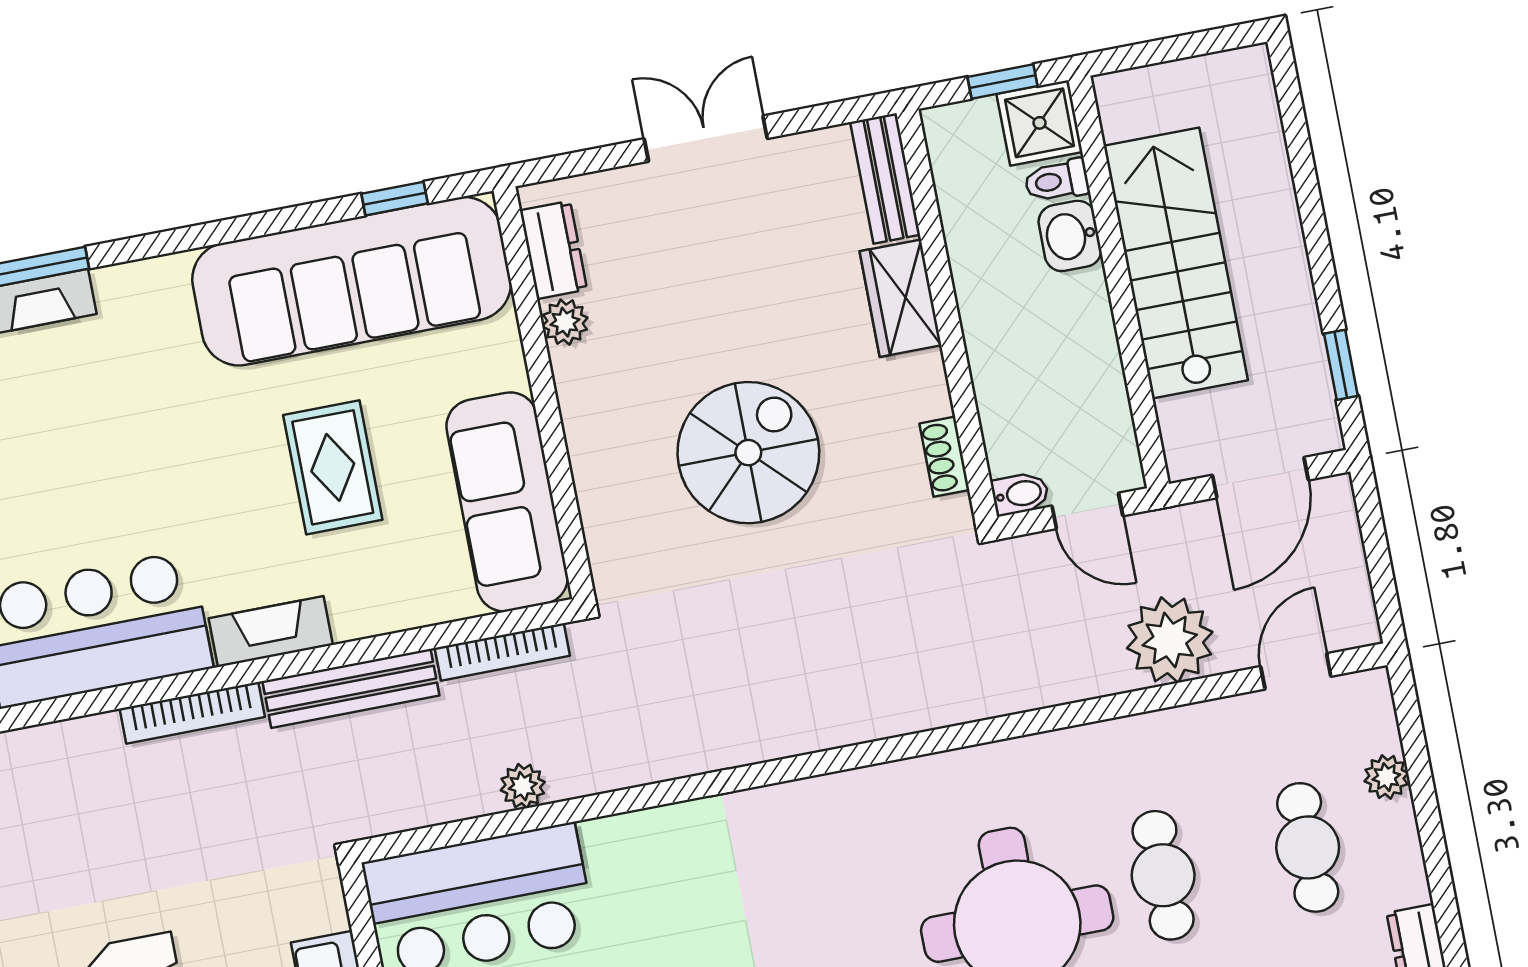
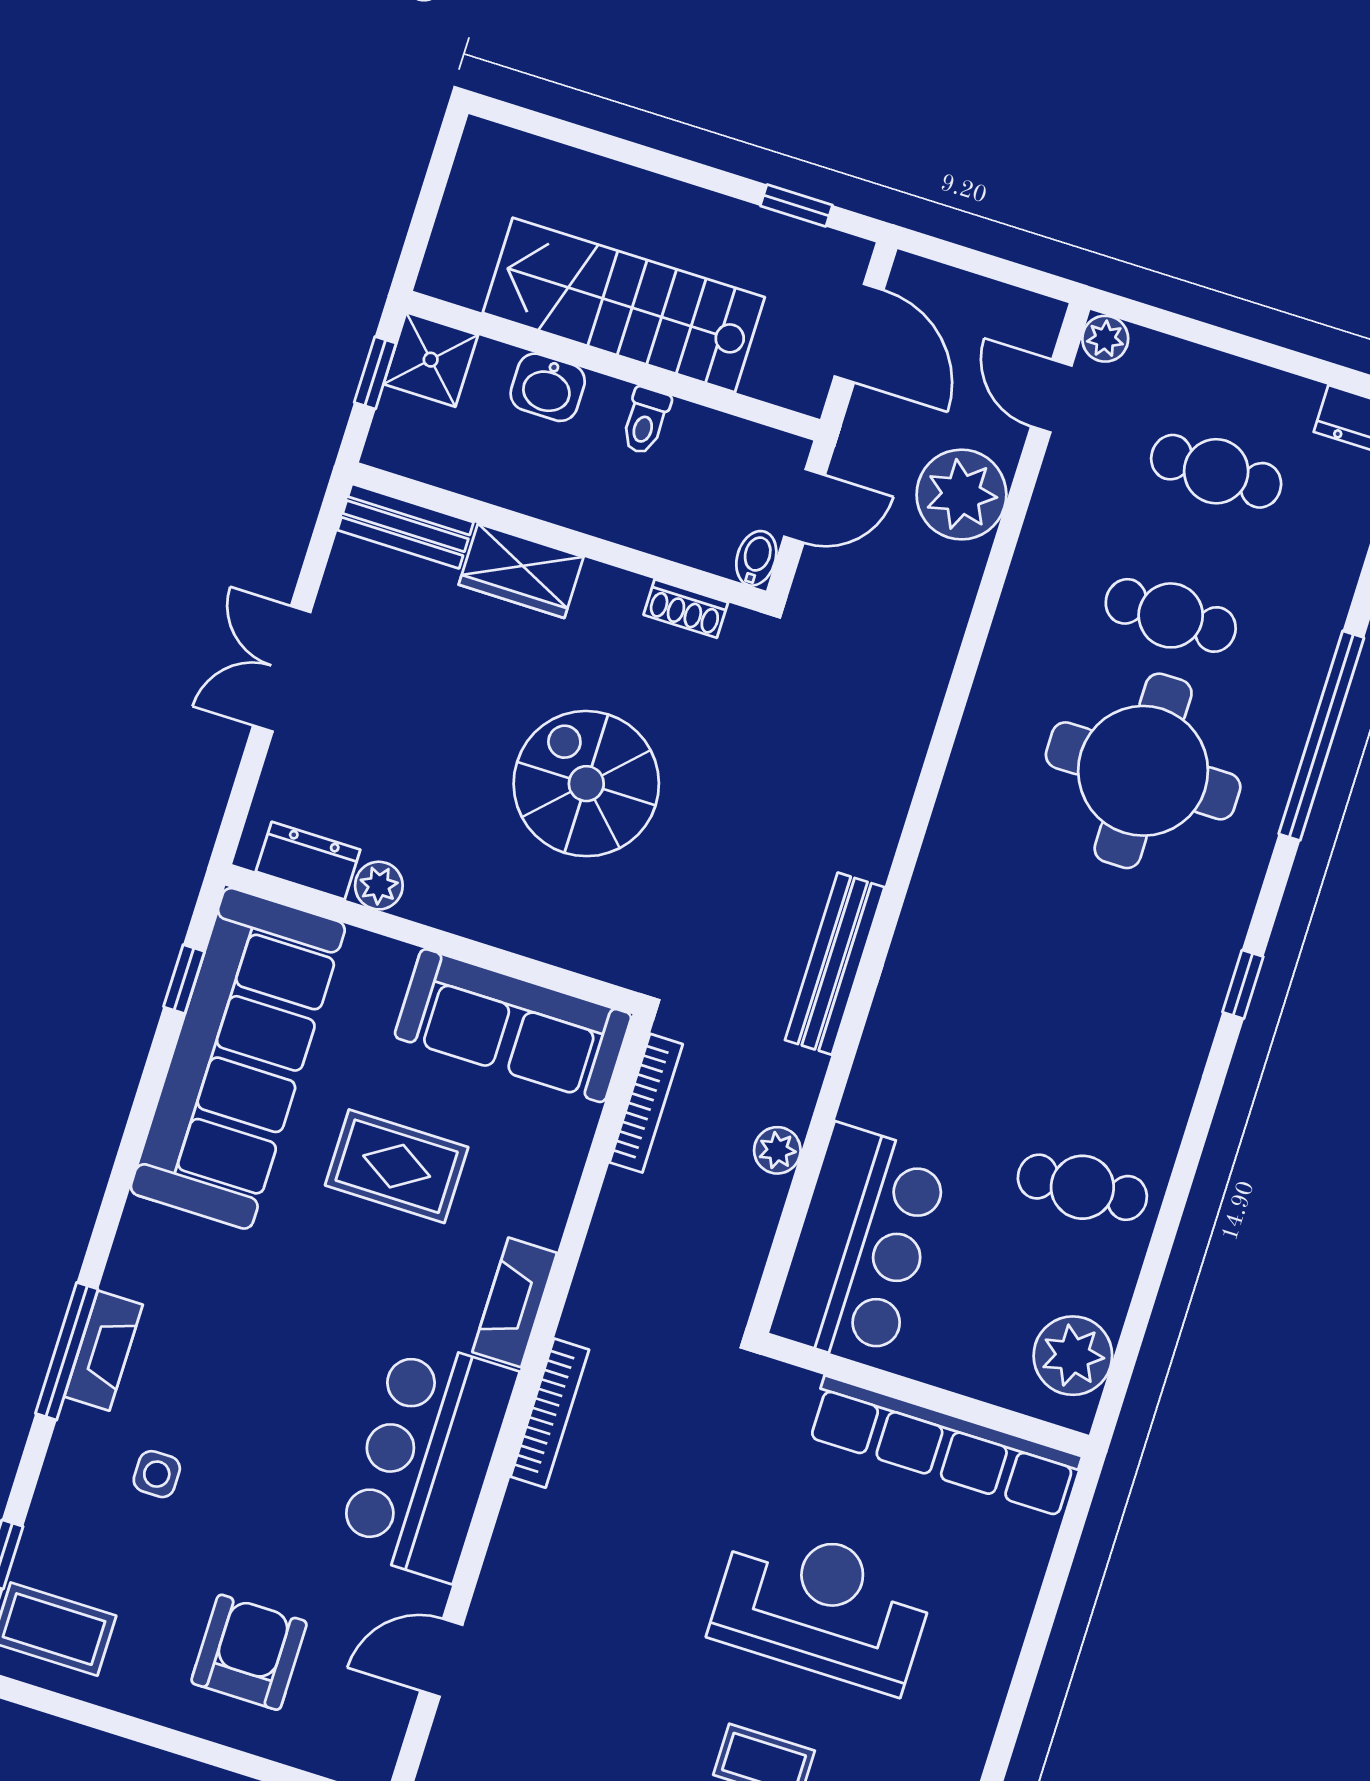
toilet: (1057, 181) -> (645, 421), moved
bench: (351, 688) -> (835, 964), moved
plant: (1386, 777) -> (1105, 339), moved

